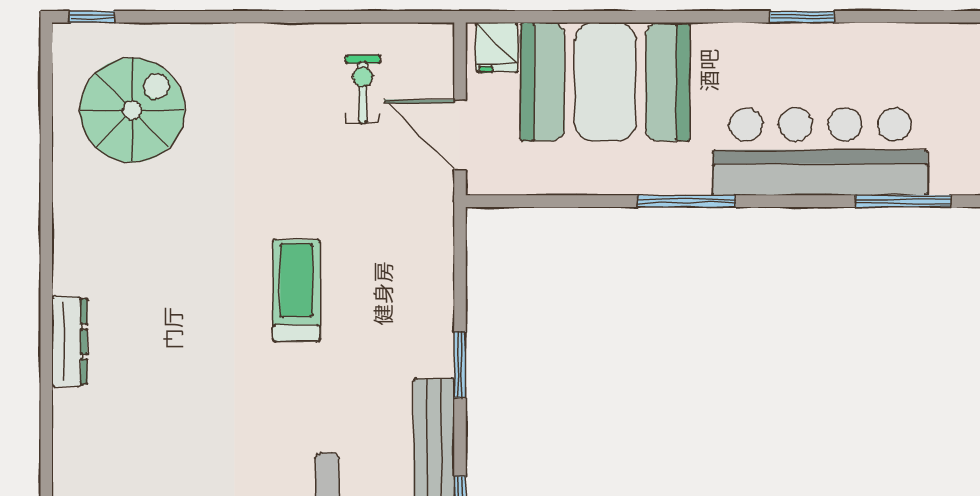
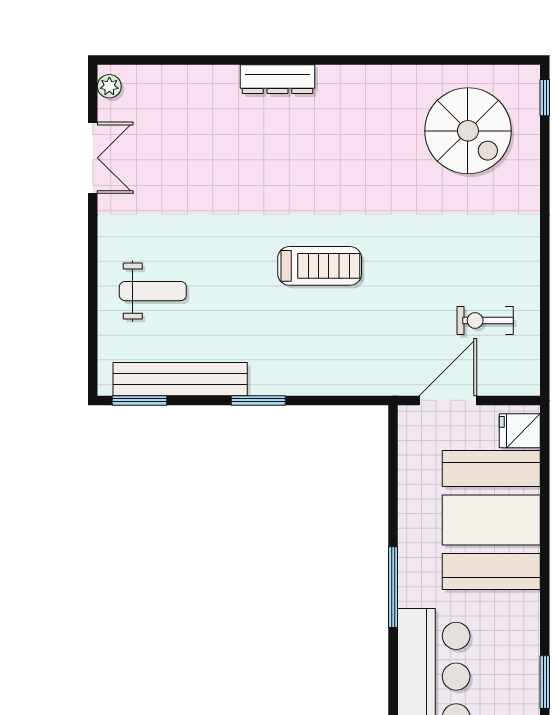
exercise bike: (363, 89) -> (485, 320), turned 180

